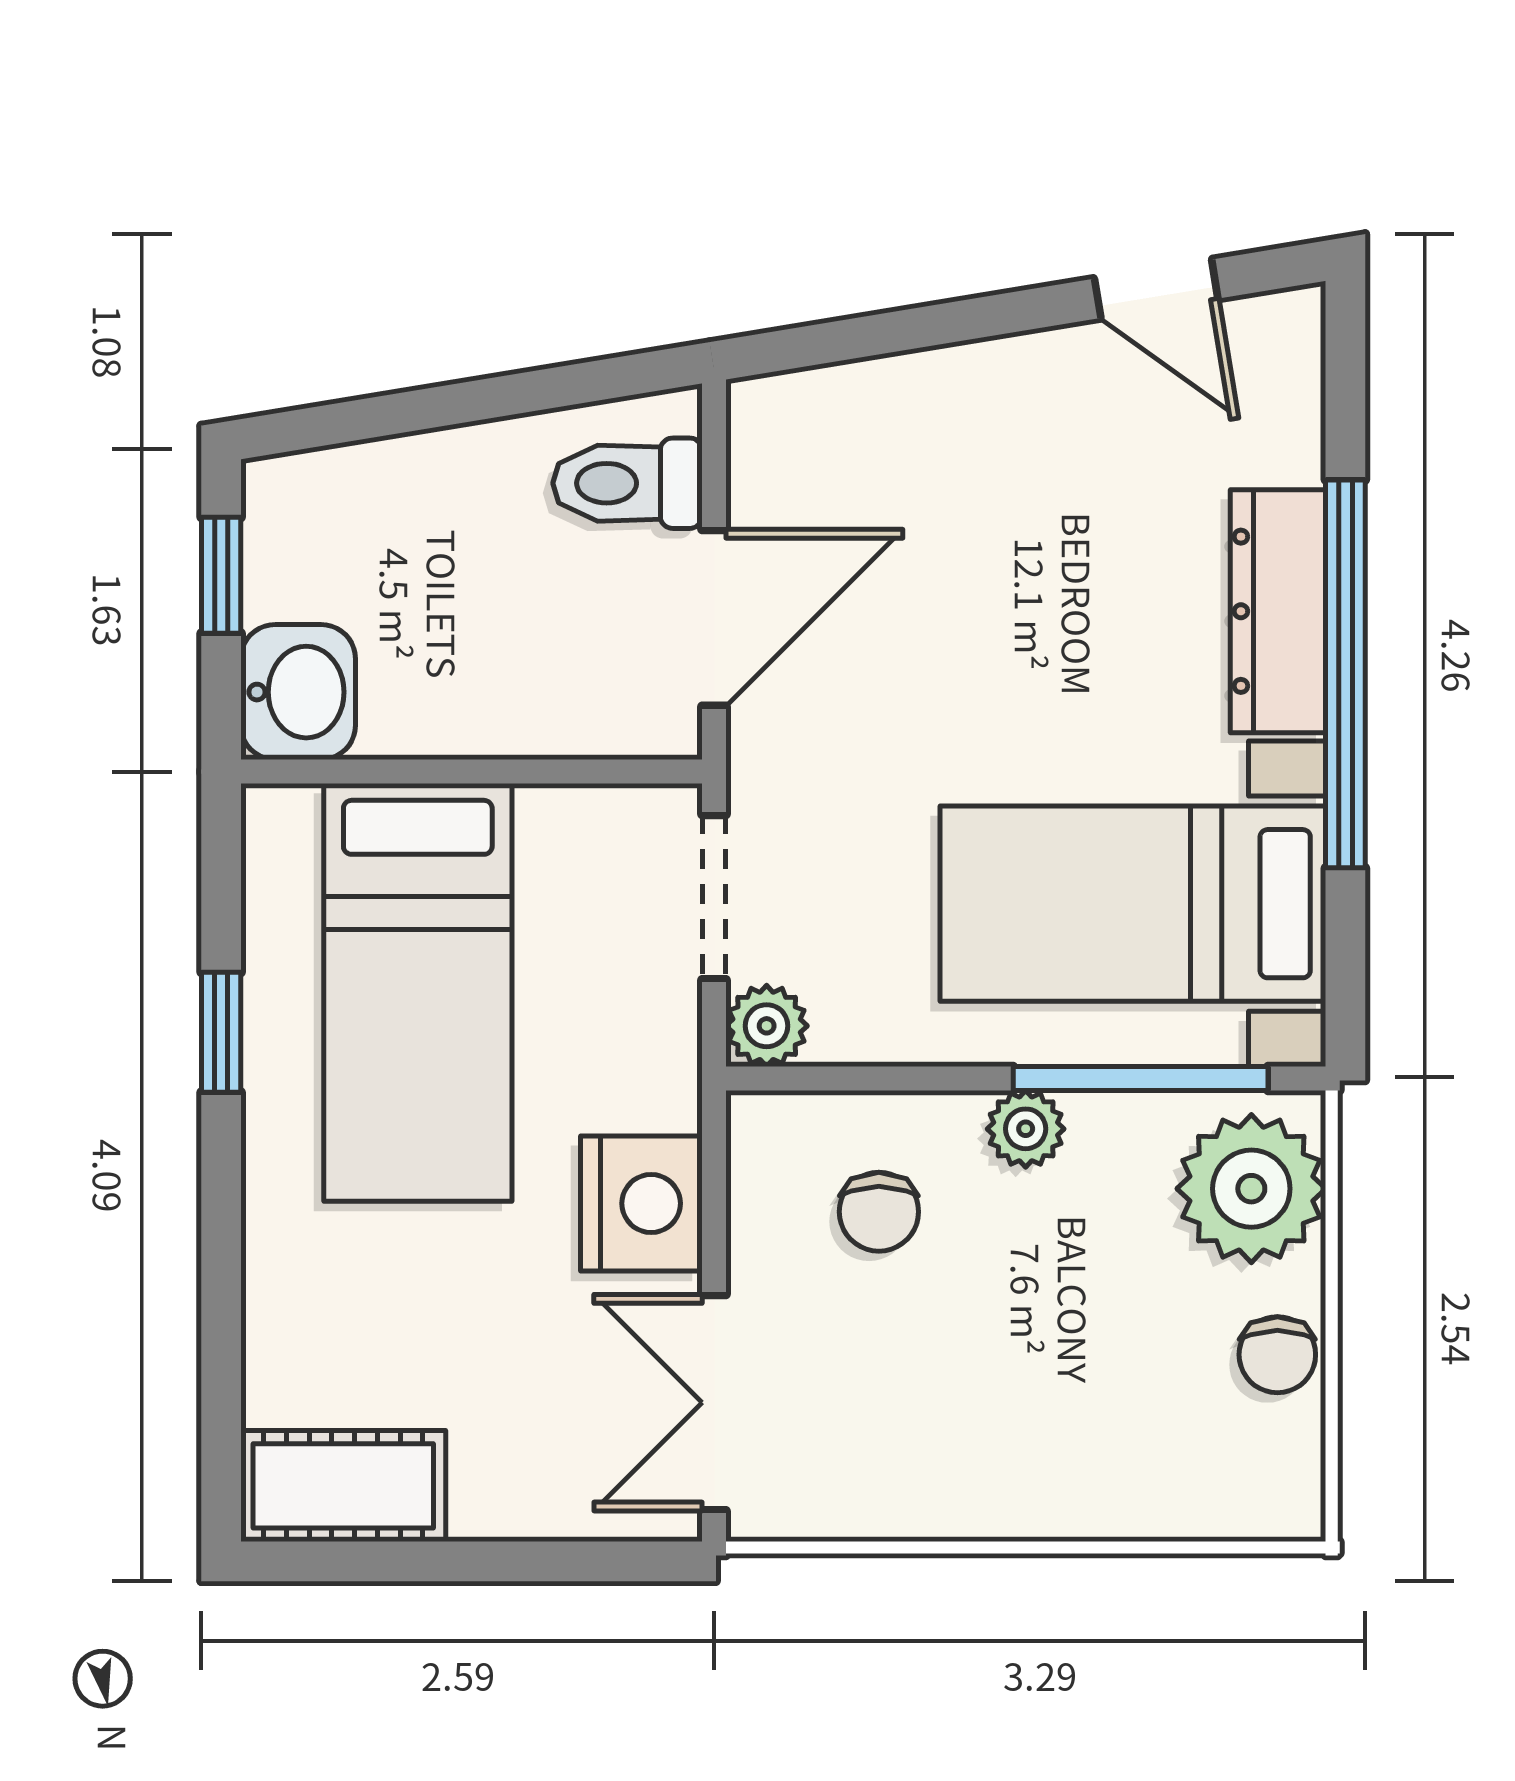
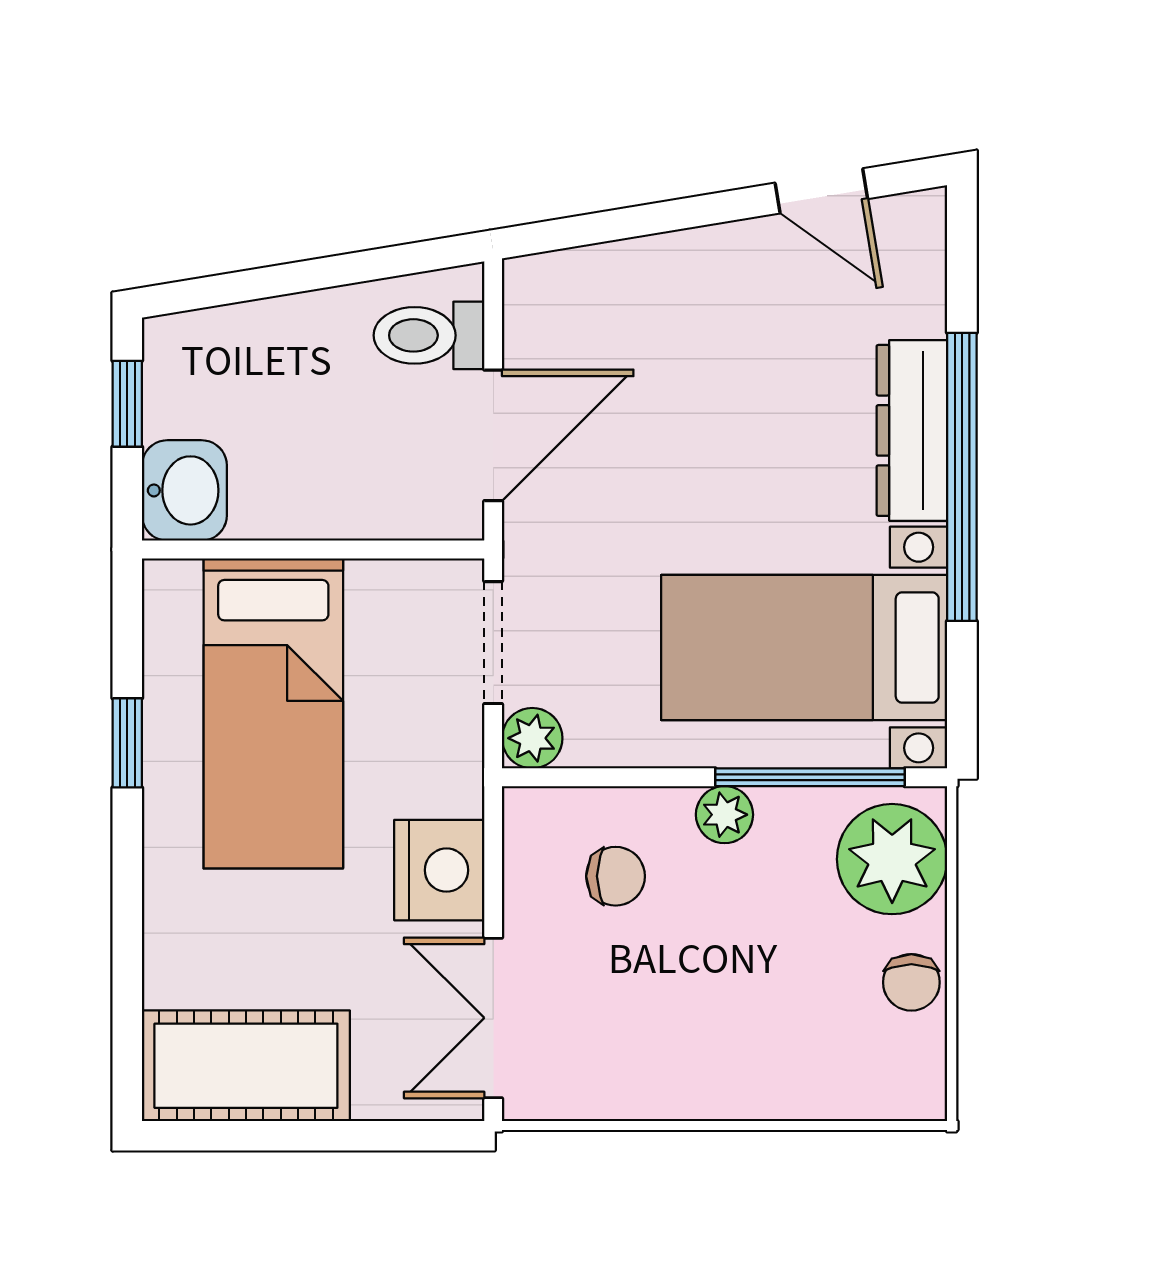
chair: (879, 1212) -> (616, 876), turned -90
cot: (343, 1486) -> (246, 1066), width x1.37, depth x1.34

